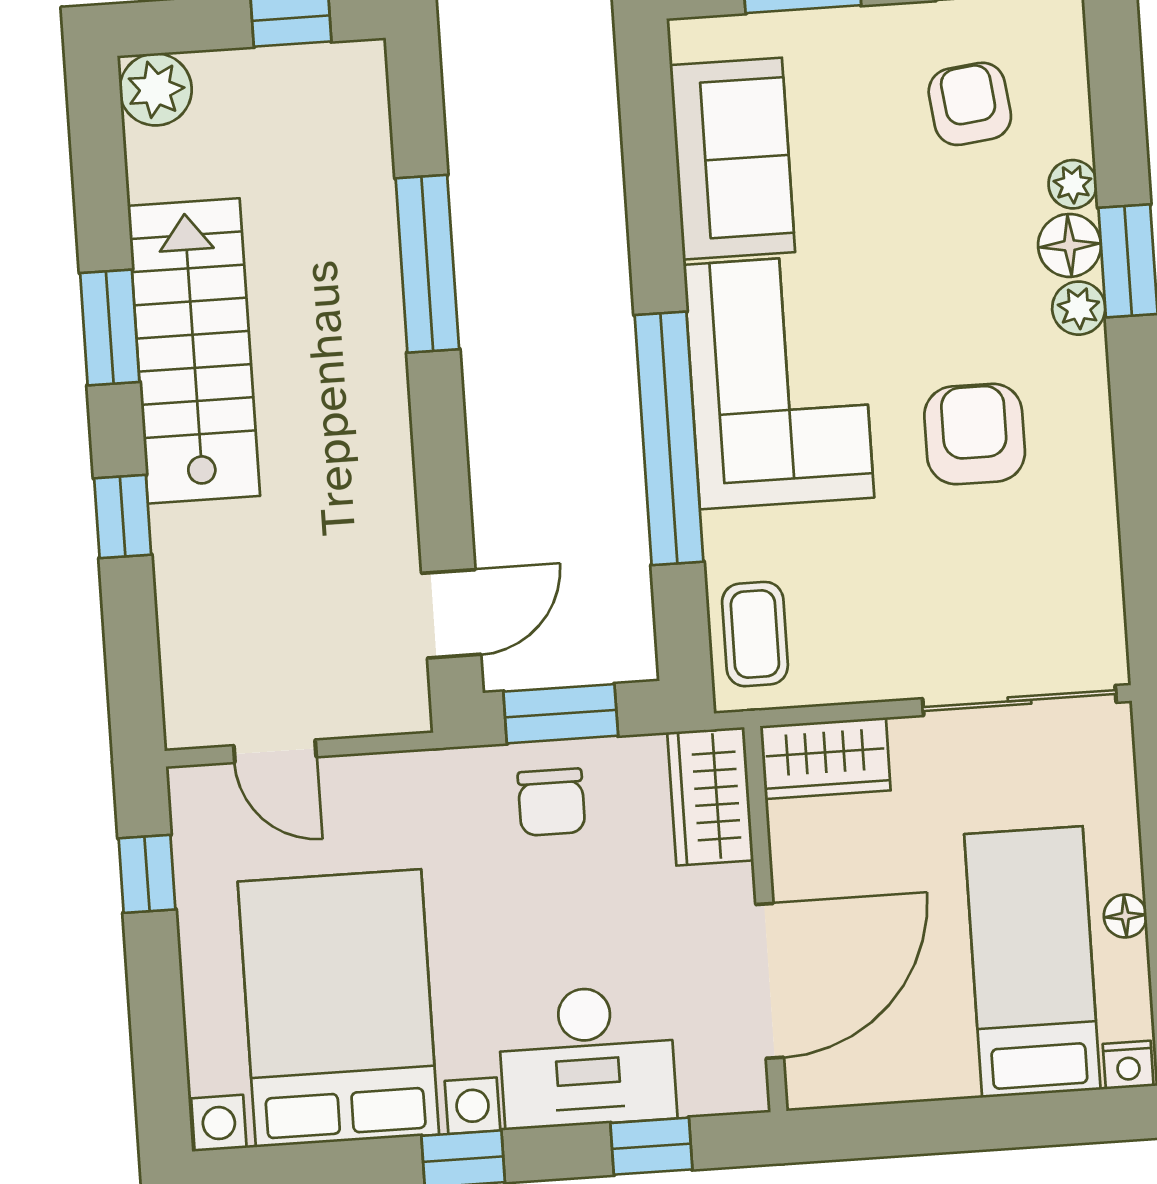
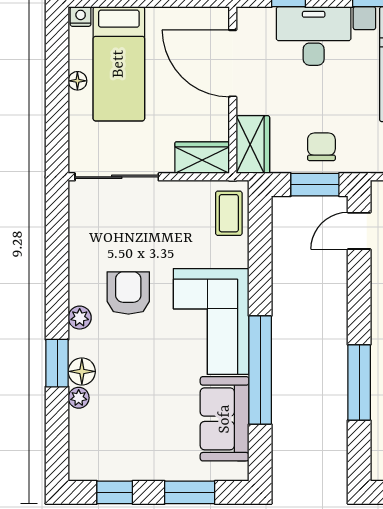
armchair: (970, 104) -> (121, 435), removed
plant: (1079, 308) -> (80, 318), moved
armchair: (975, 434) -> (128, 293), turned 180
window: (669, 438) -> (260, 370), moved
door: (770, 981) -> (233, 63), hinge flipped

